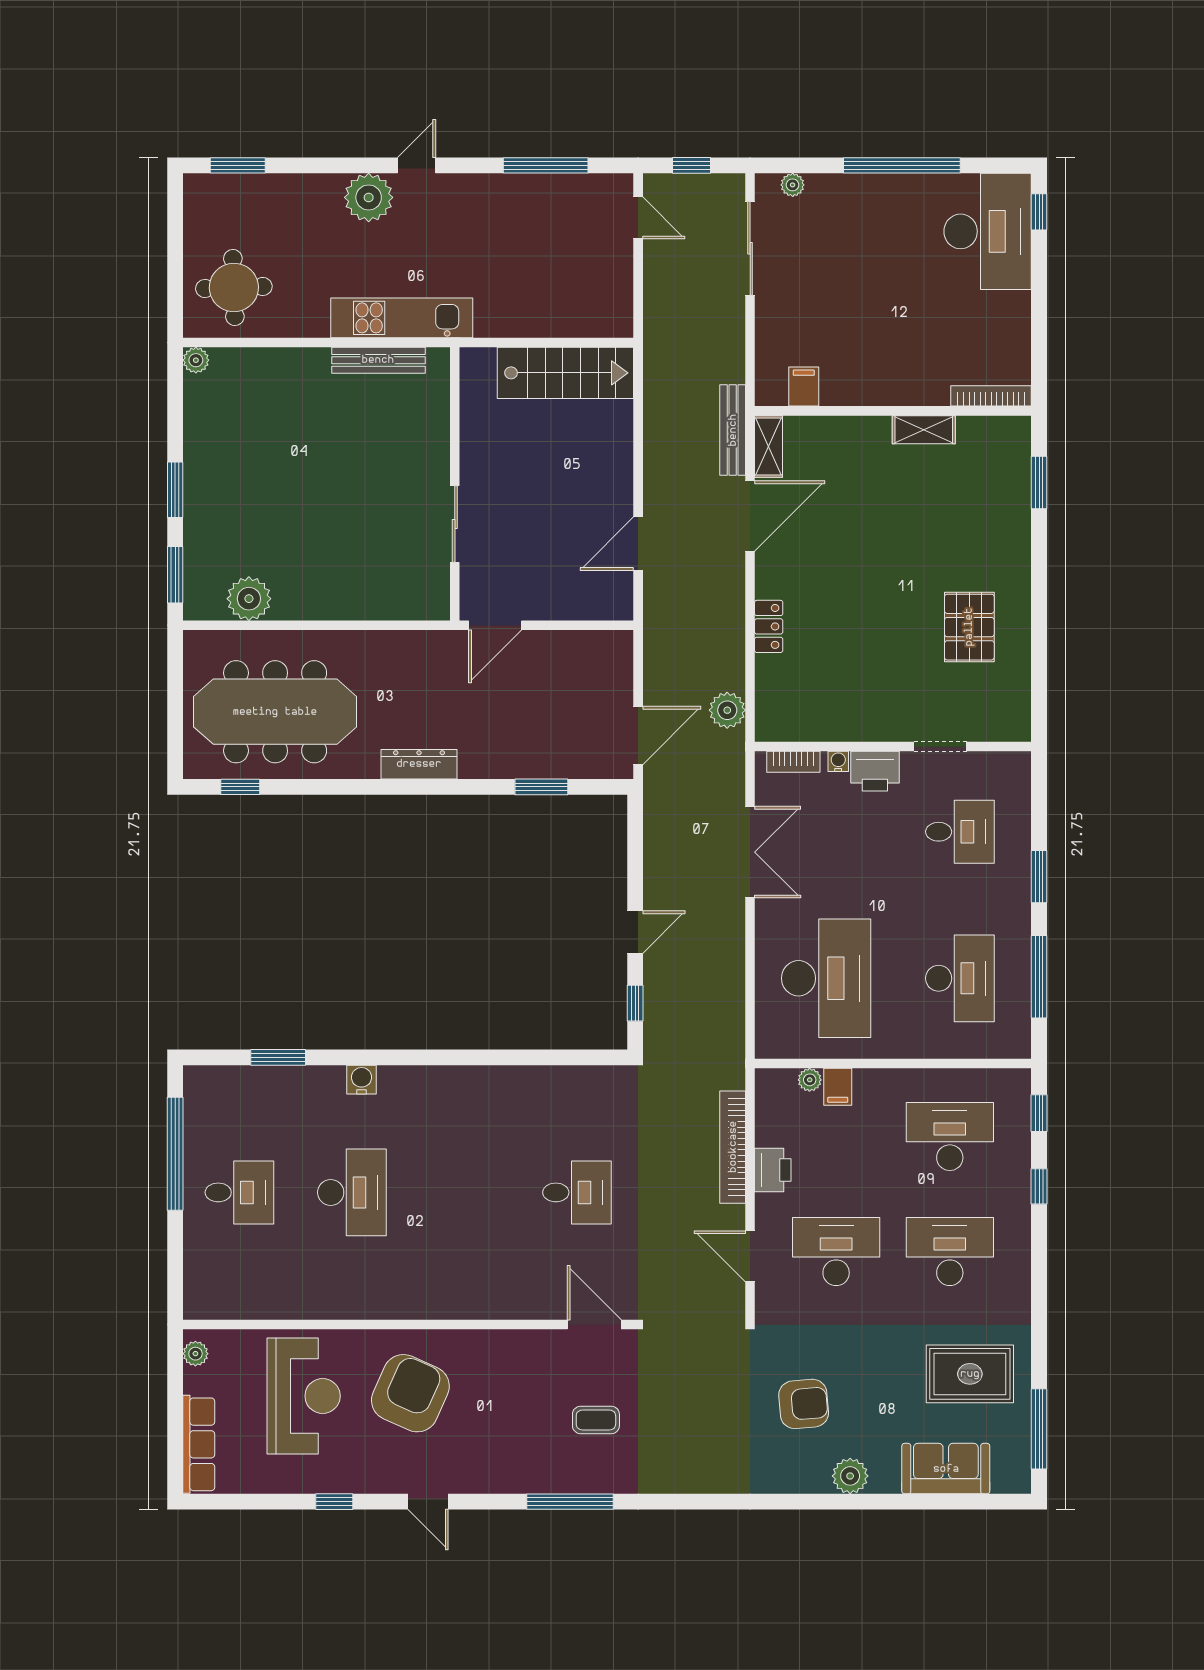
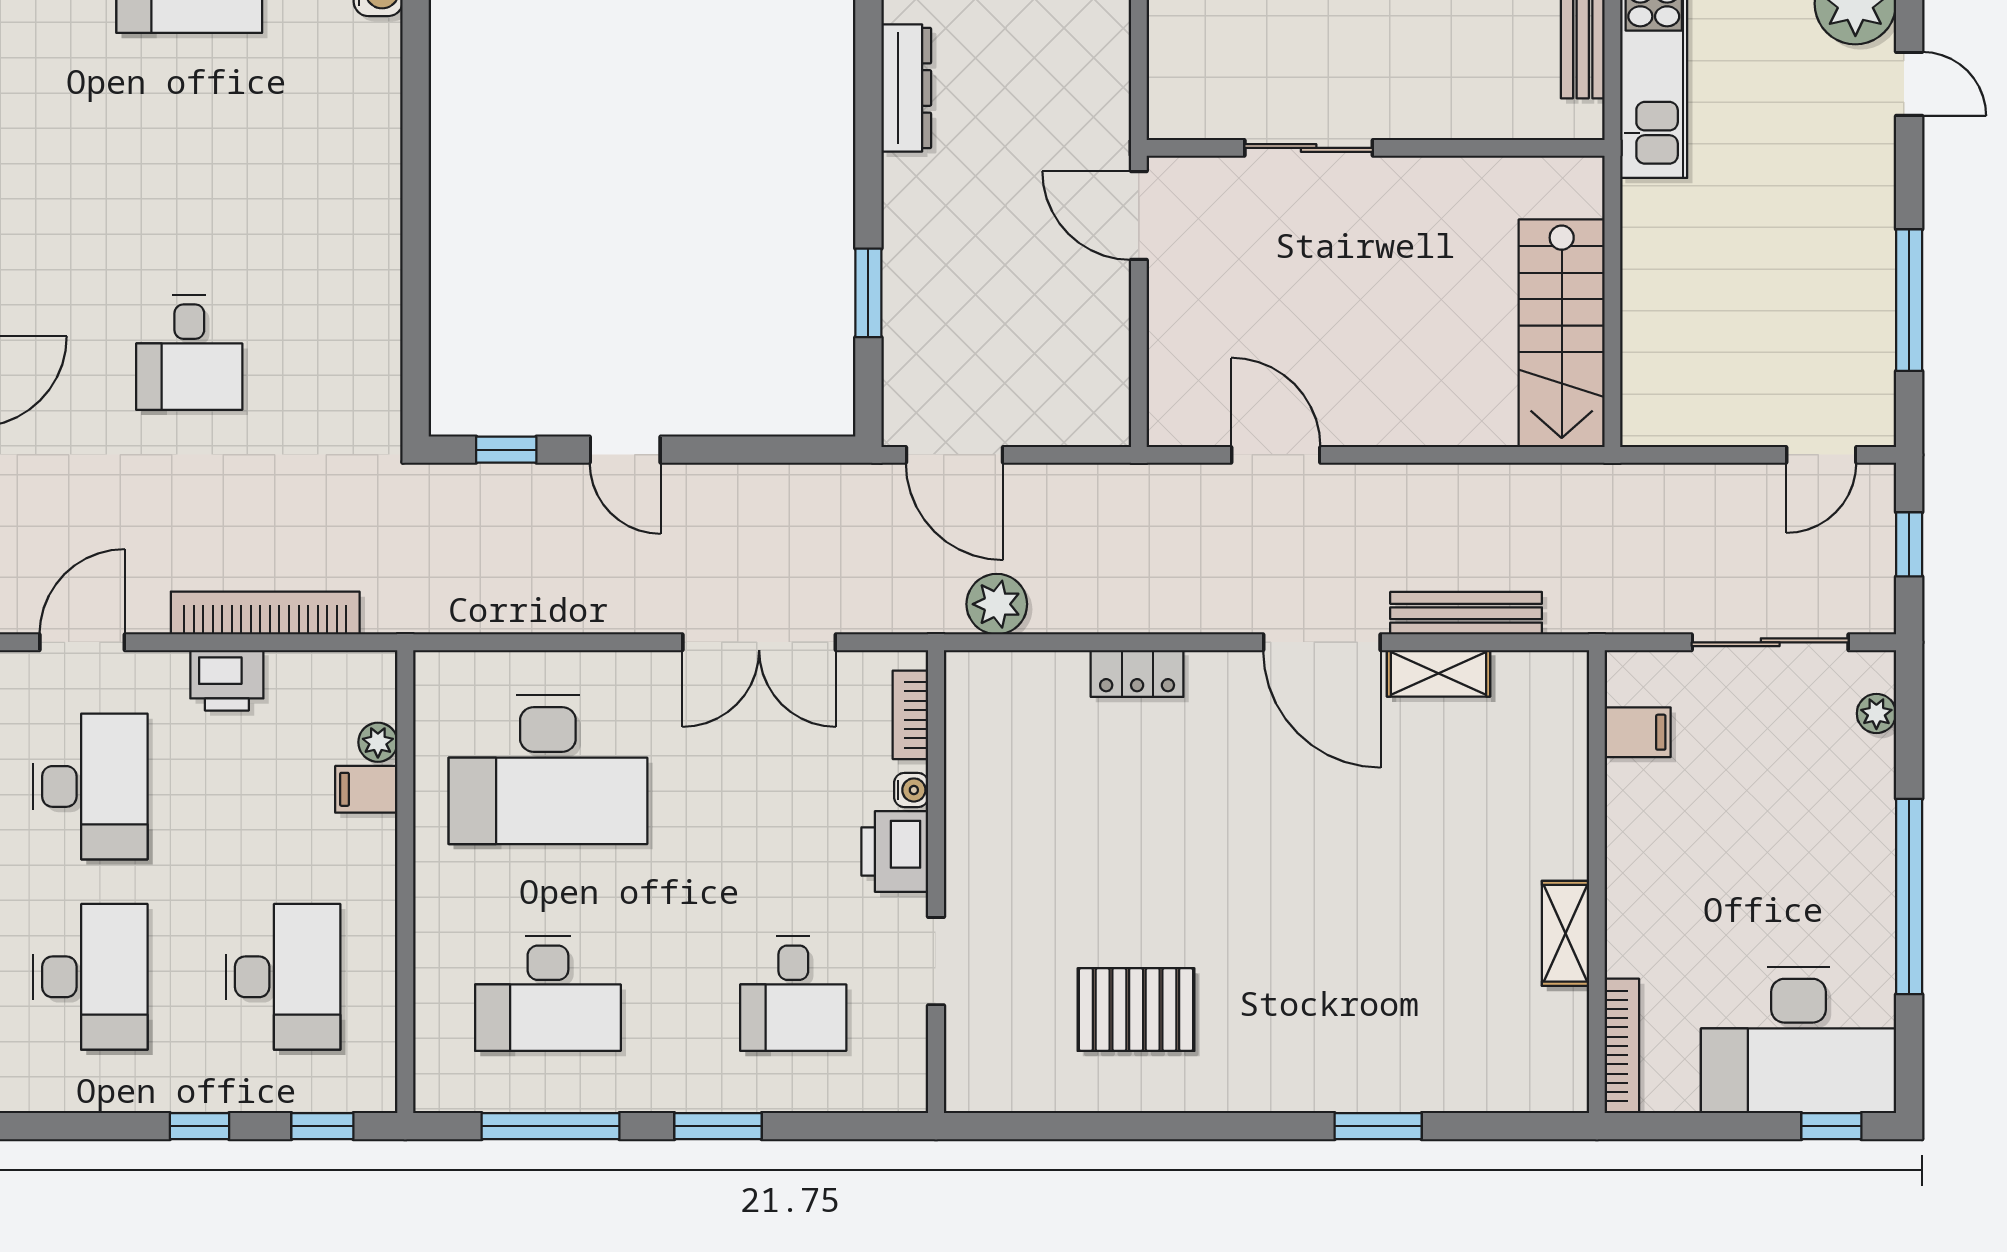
filing cabinet: (804, 387) -> (1638, 732), moved
bookcase: (991, 396) -> (1622, 1046), moved
wall: (893, 411) -> (1597, 882), moved
shelving: (924, 430) -> (1565, 933), moved

